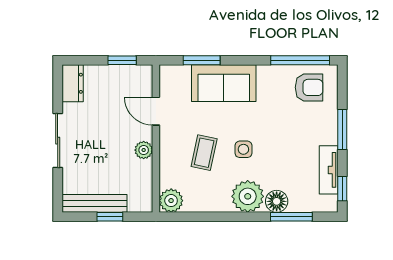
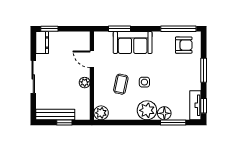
window: (122, 60) -> (49, 29), moved
tv unit: (329, 170) -> (195, 105), moved

